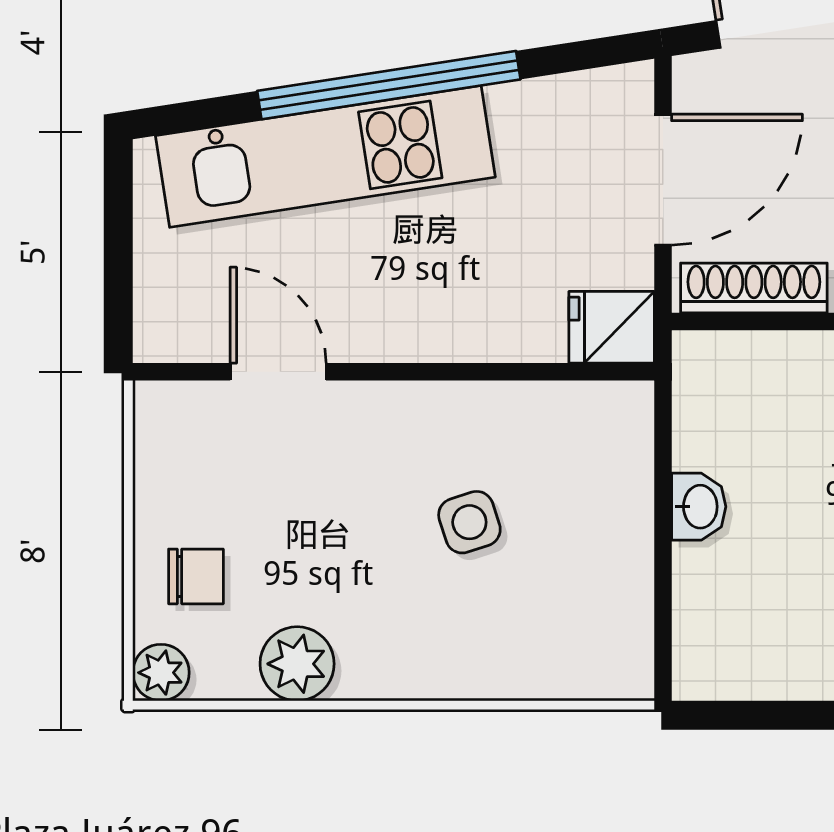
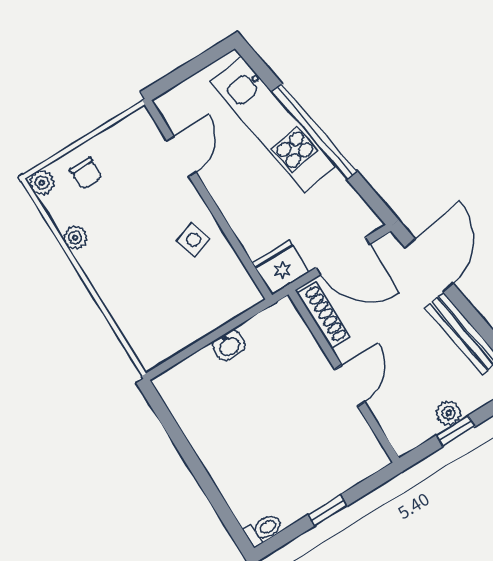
fridge: (612, 327) -> (281, 268), width x1.38
side table: (469, 522) -> (193, 240), moved
plant: (297, 664) -> (75, 238), width x0.73, depth x0.73

